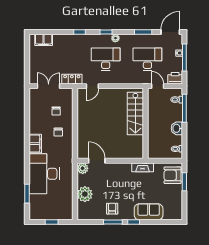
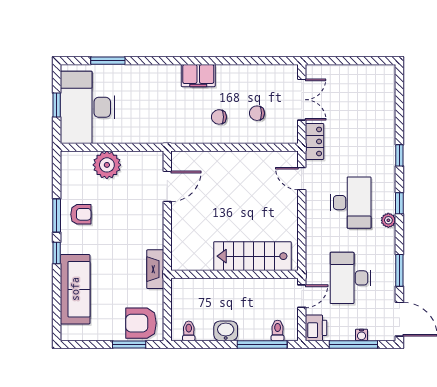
filing cabinet: (44, 40) -> (385, 91), removed
desk: (147, 59) -> (351, 278), turned 180
plant: (83, 168) -> (154, 161), removed
desk: (44, 174) -> (87, 107), moved, turned -90
armchair: (172, 175) -> (141, 323), turned -90
sofa: (149, 212) -> (75, 289), width x1.36

